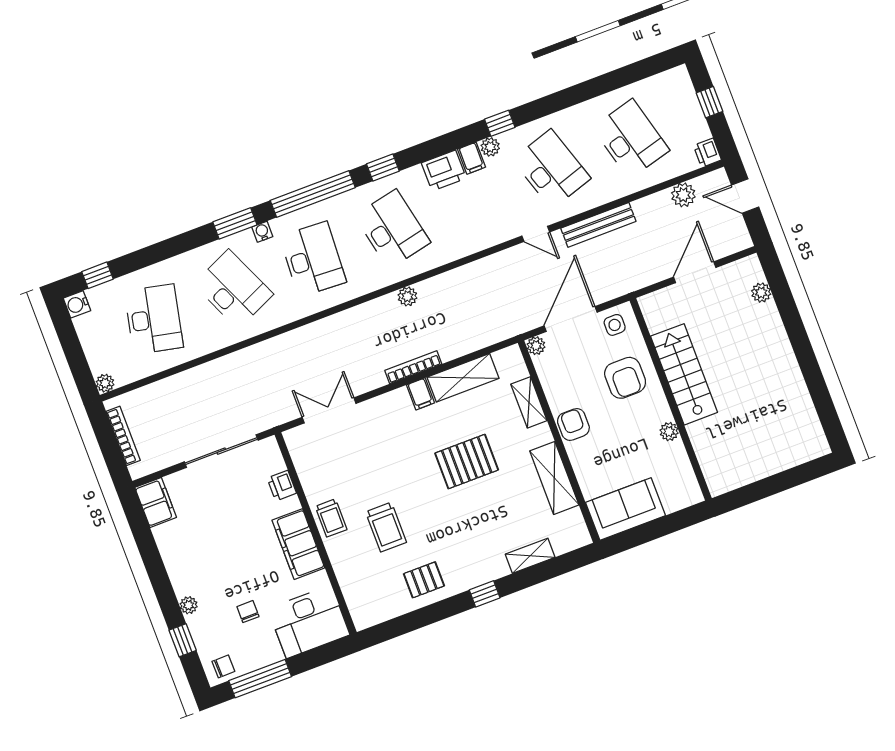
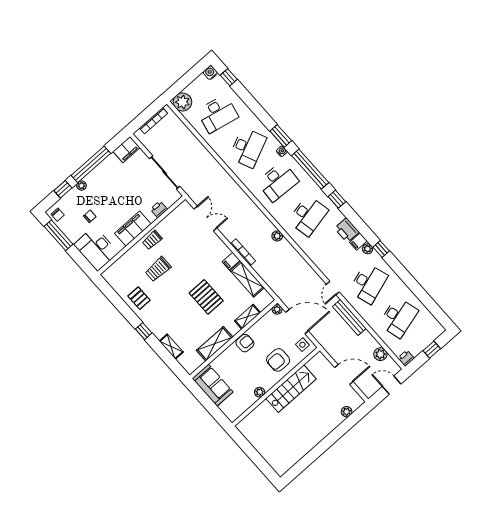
door: (745, 196) -> (392, 385), hinge flipped
plant: (105, 383) -> (182, 102), width x1.87, depth x1.87
window: (158, 574) -> (91, 164), added

